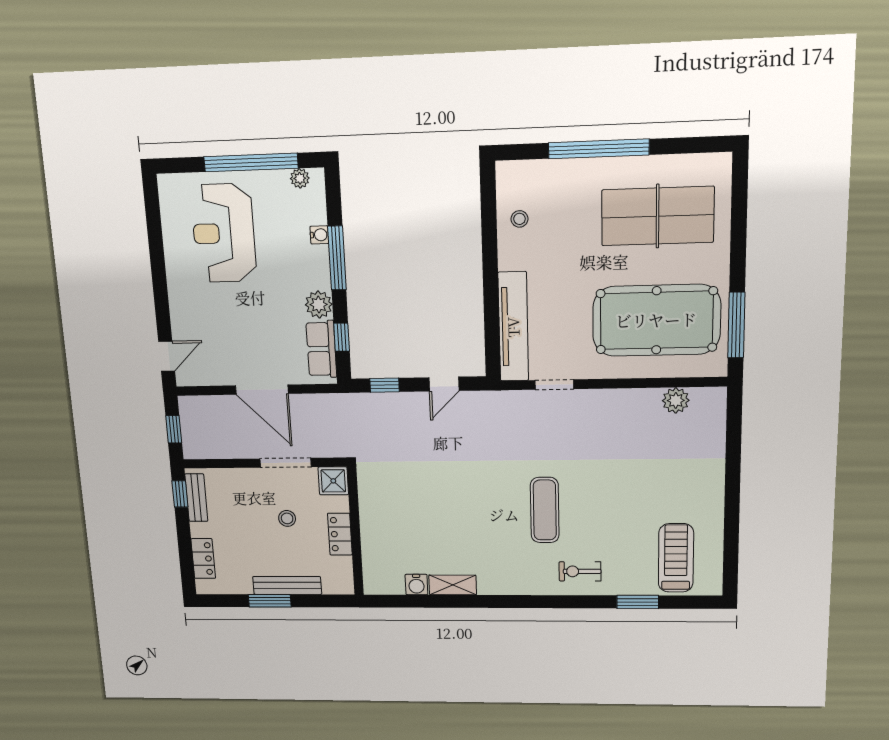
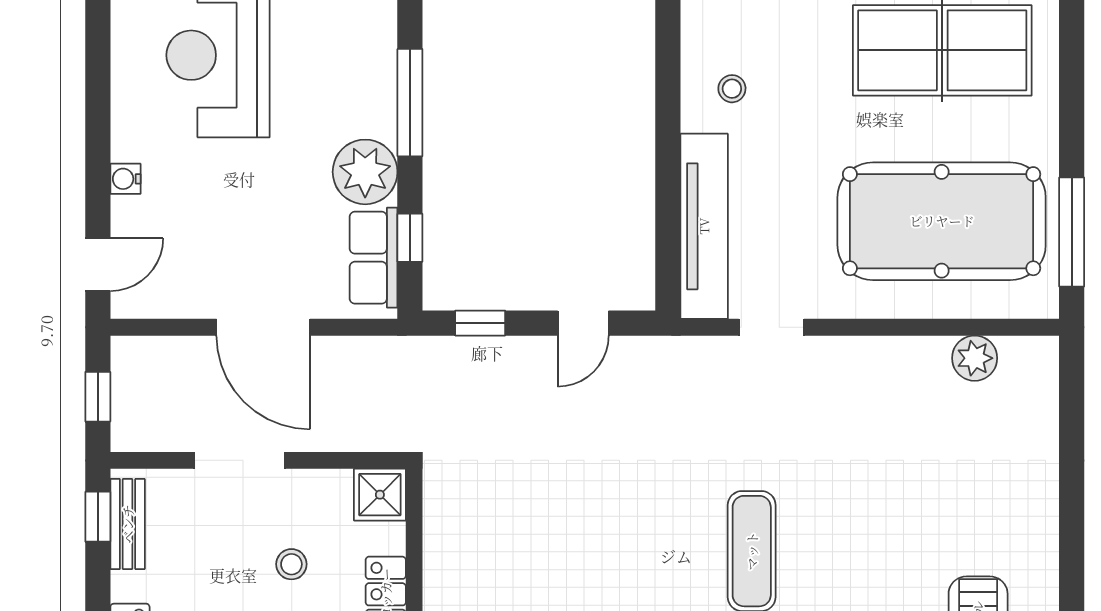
stool: (519, 219) -> (732, 89), moved
water cooler: (319, 235) -> (125, 179), moved, turned 180
plant: (319, 305) -> (365, 172), width x1.36, depth x1.36
doorway: (286, 463) -> (240, 460), moved

